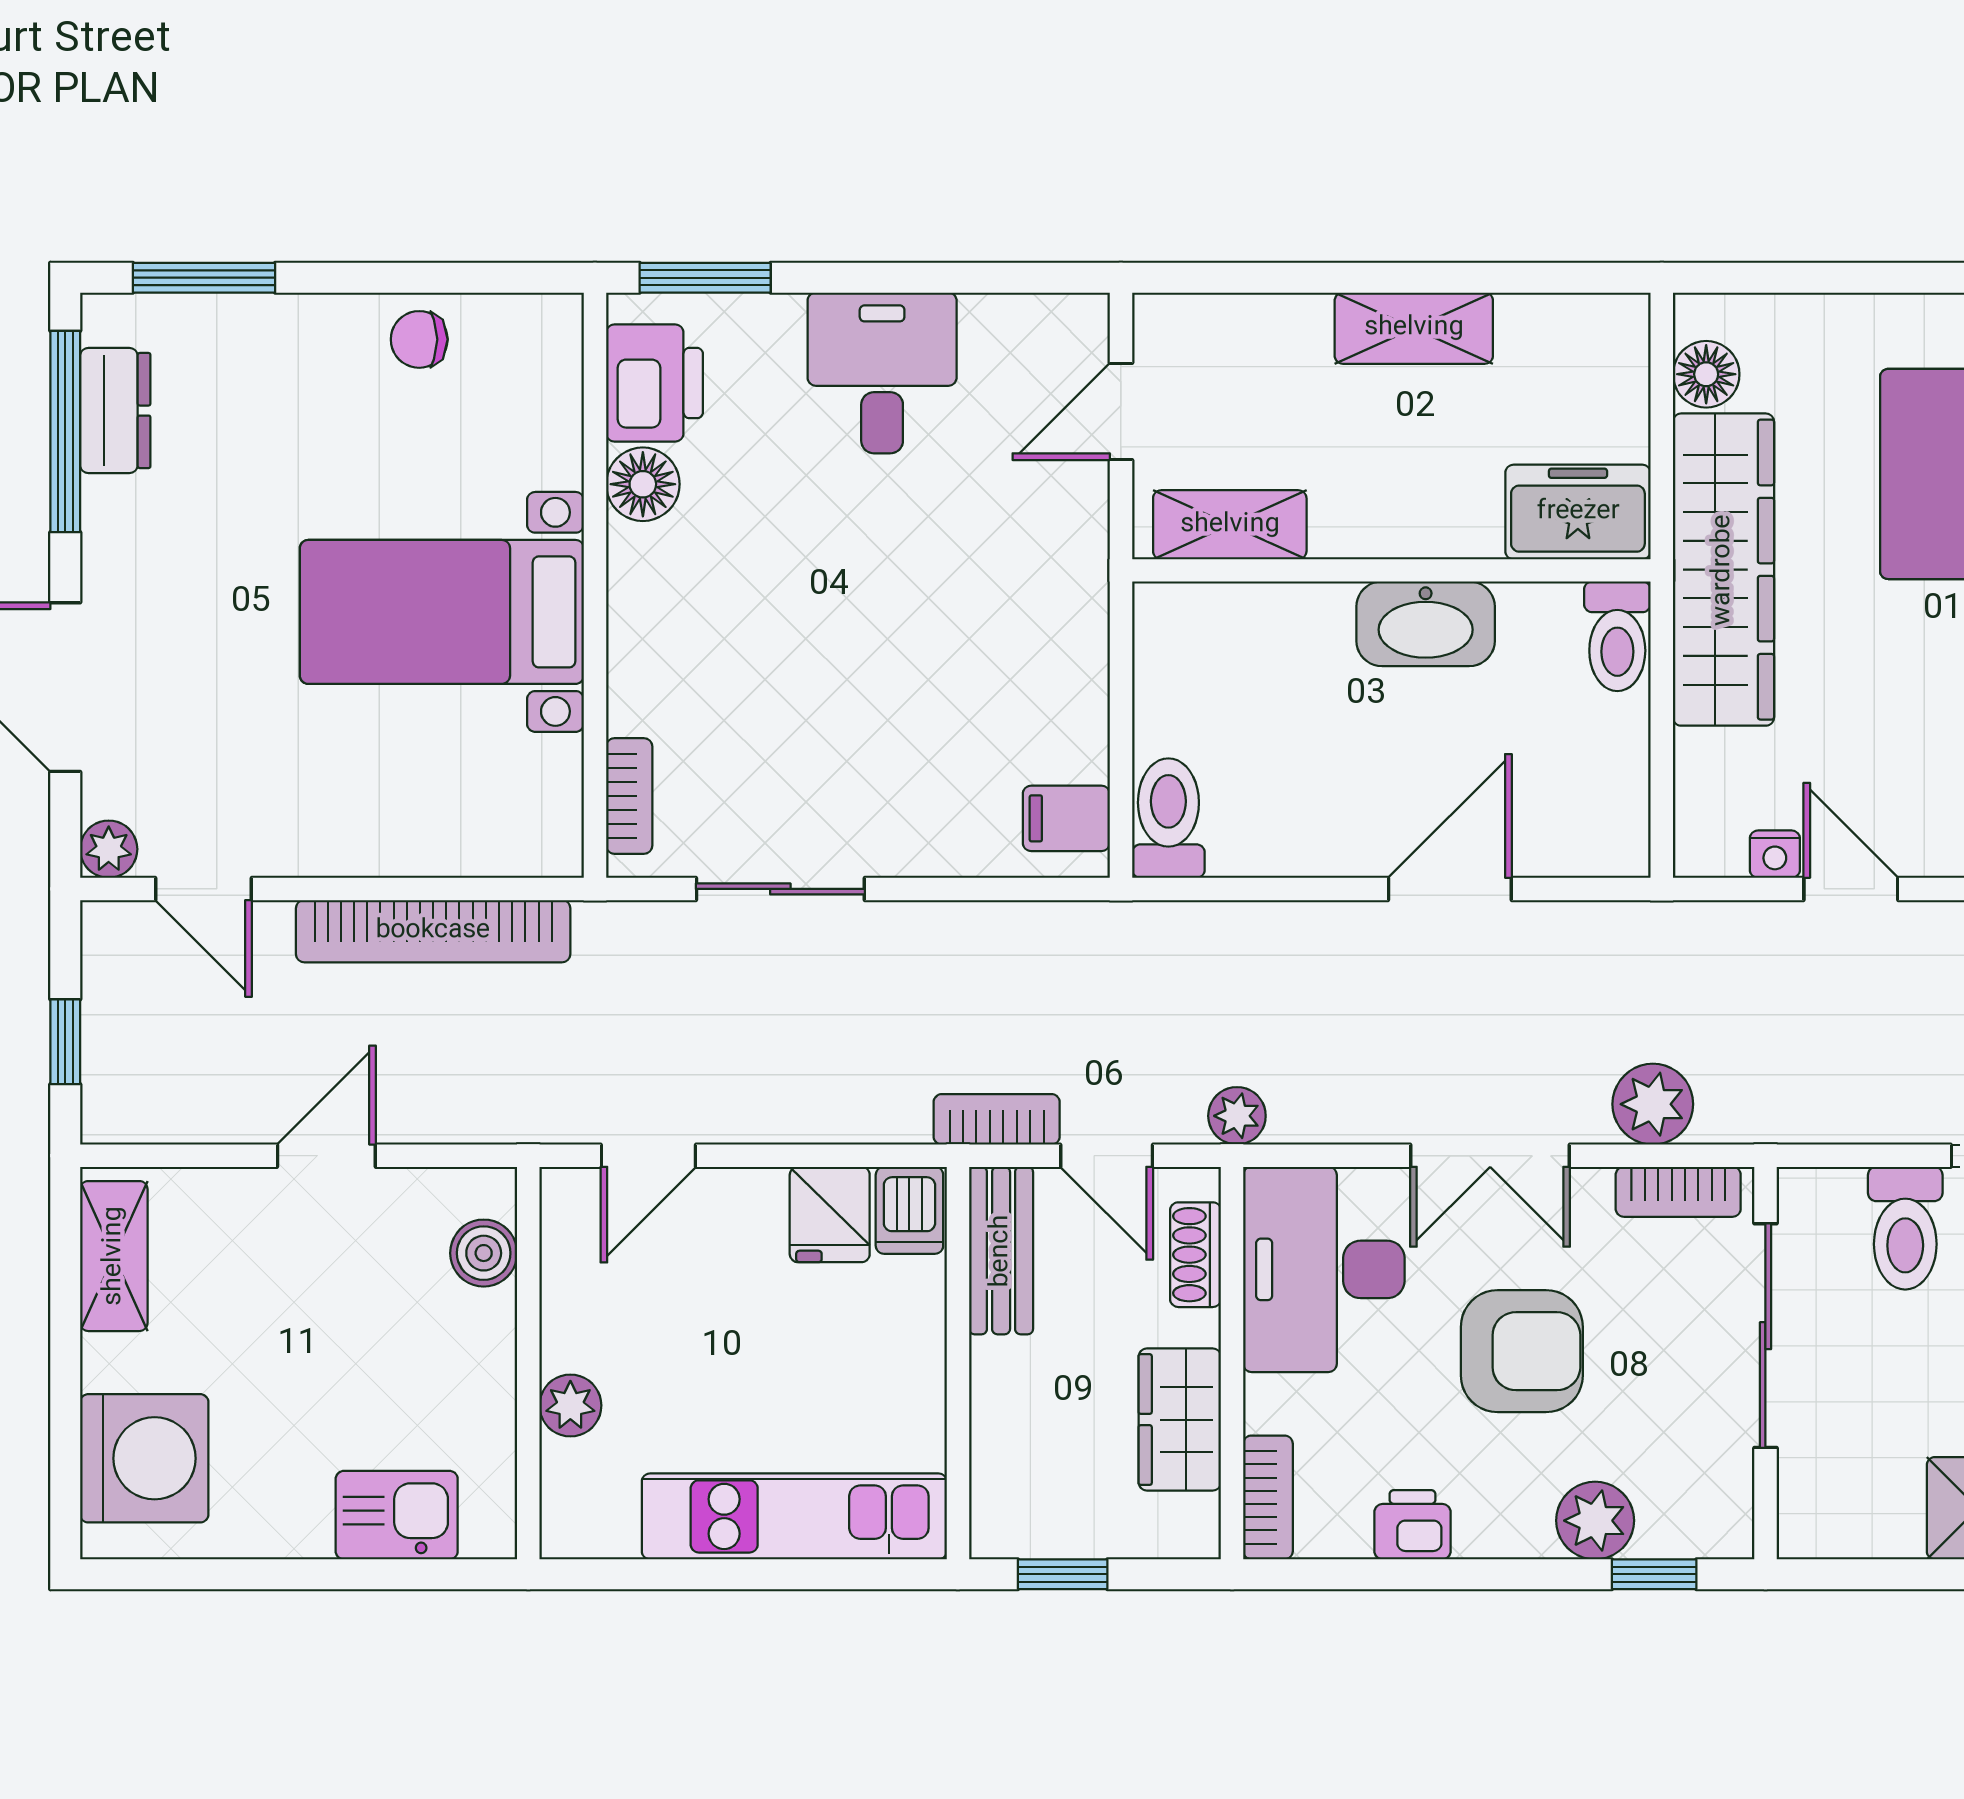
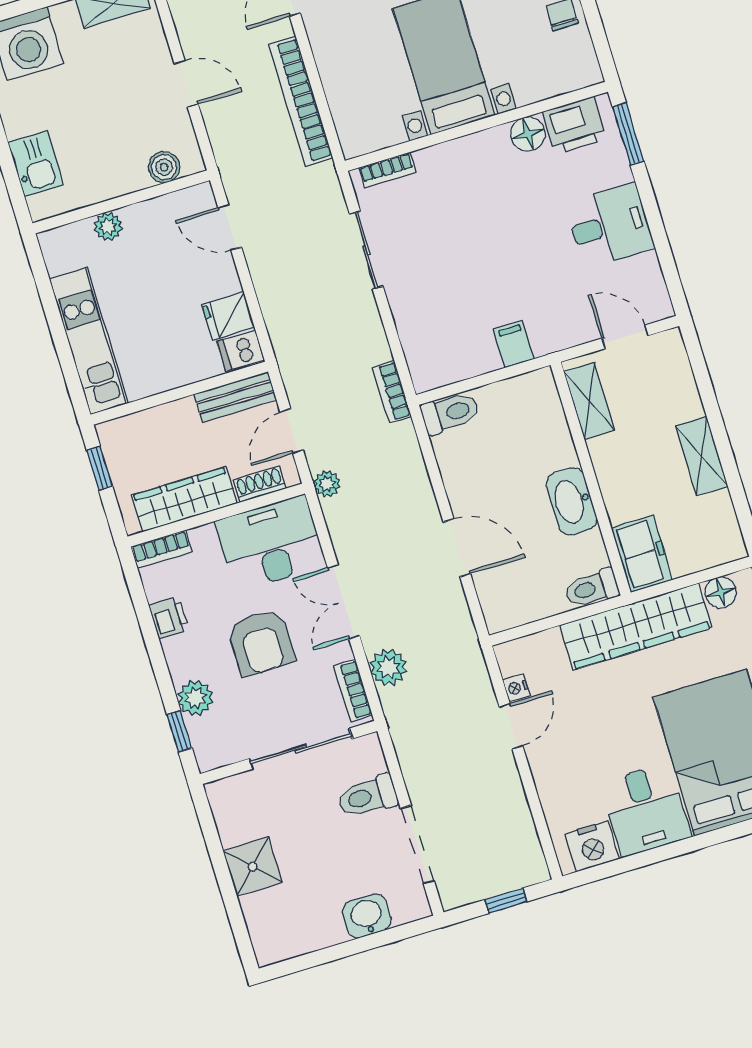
filing cabinet: (1066, 818) -> (514, 344), moved
bookcase: (997, 1119) -> (392, 392), moved, turned 180
wardrobe: (1180, 1420) -> (184, 499), width x1.50

